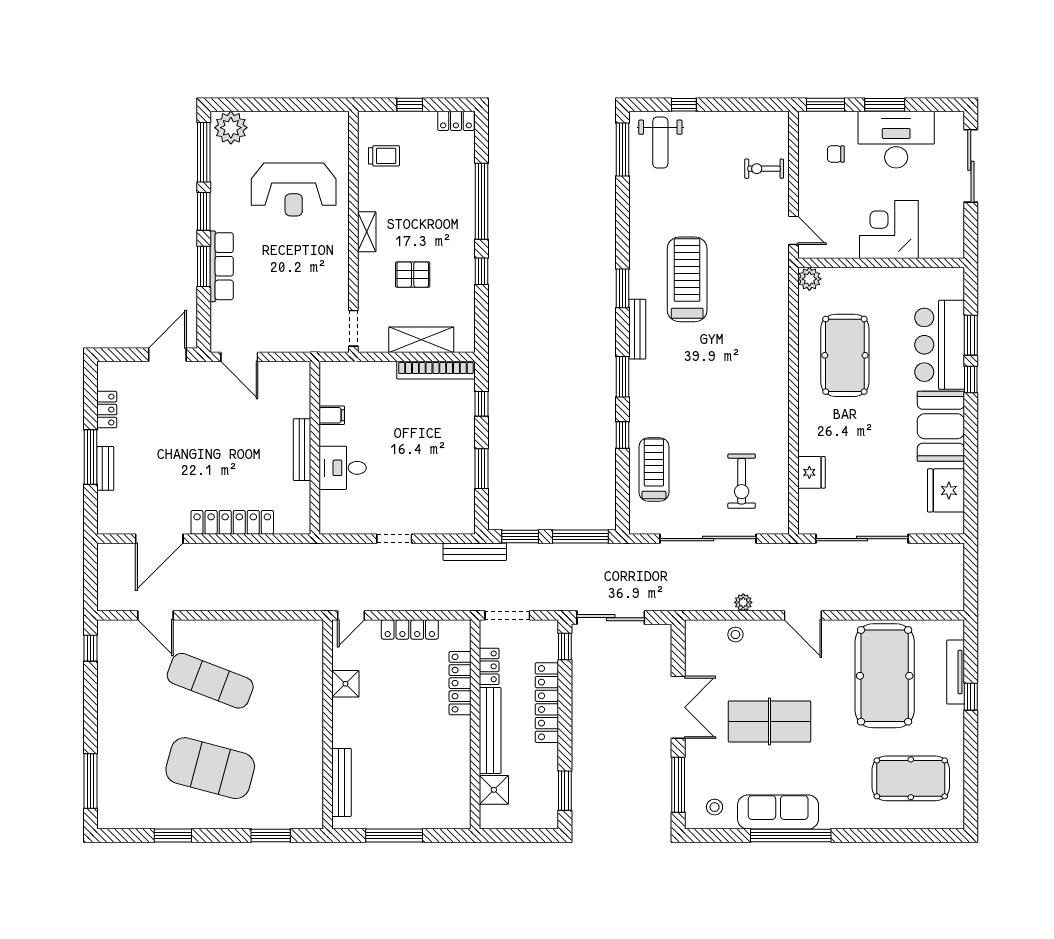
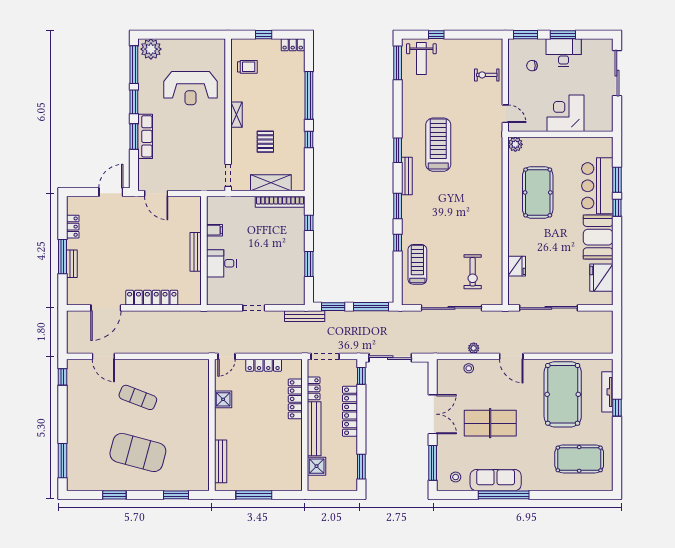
desk: (896, 140) -> (564, 53), width x0.73, depth x0.77
pallet: (413, 275) -> (265, 142), turned 90
exercise mat: (210, 681) -> (138, 397), width x0.73, depth x0.69

